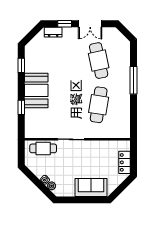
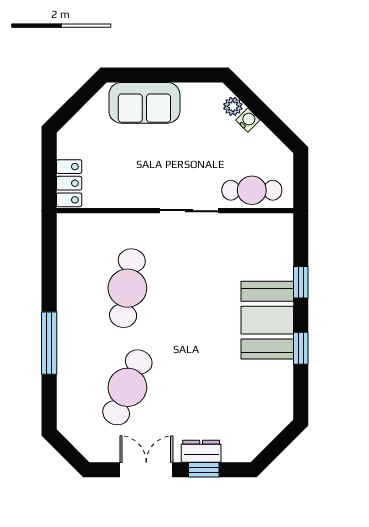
dresser: (53, 32) -> (201, 451), moved
cafe table: (99, 61) -> (127, 387), turned 36
window: (21, 65) -> (301, 348), moved
locker: (125, 162) -> (69, 183), moved

